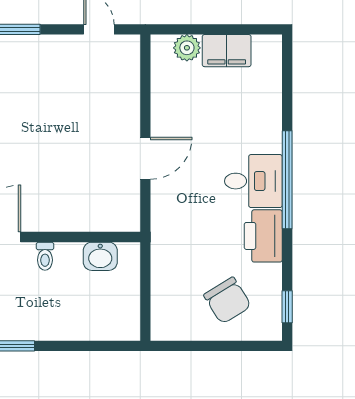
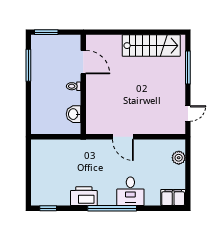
filing cabinet: (227, 51) -> (173, 198), moved, turned 90
desk: (253, 181) -> (130, 191), moved
chair: (227, 300) -> (51, 178), removed

